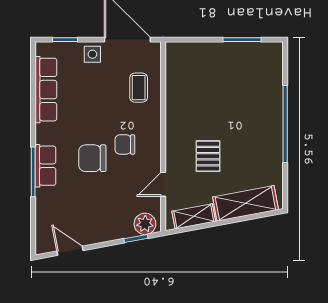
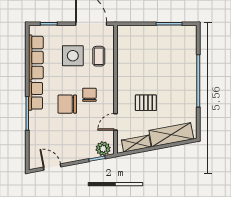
side table: (92, 54) -> (73, 56), moved, width x1.87, depth x1.87
chair: (125, 144) -> (89, 95), turned 90
pallet: (208, 156) -> (146, 103), turned 90
row of seats: (45, 166) -> (36, 96), moved

